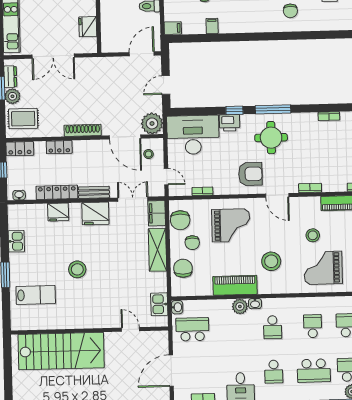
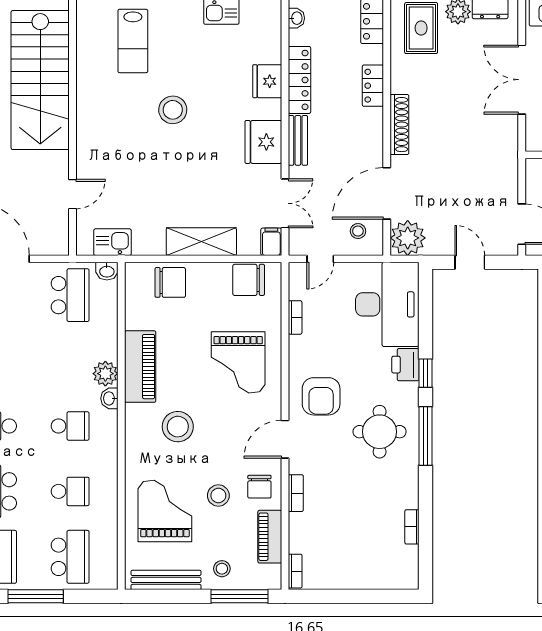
filing cabinet: (157, 213) -> (271, 242), width x0.50
chair: (192, 243) -> (259, 487), moved, turned -90
school desk: (273, 327) -> (70, 426), turned 180

